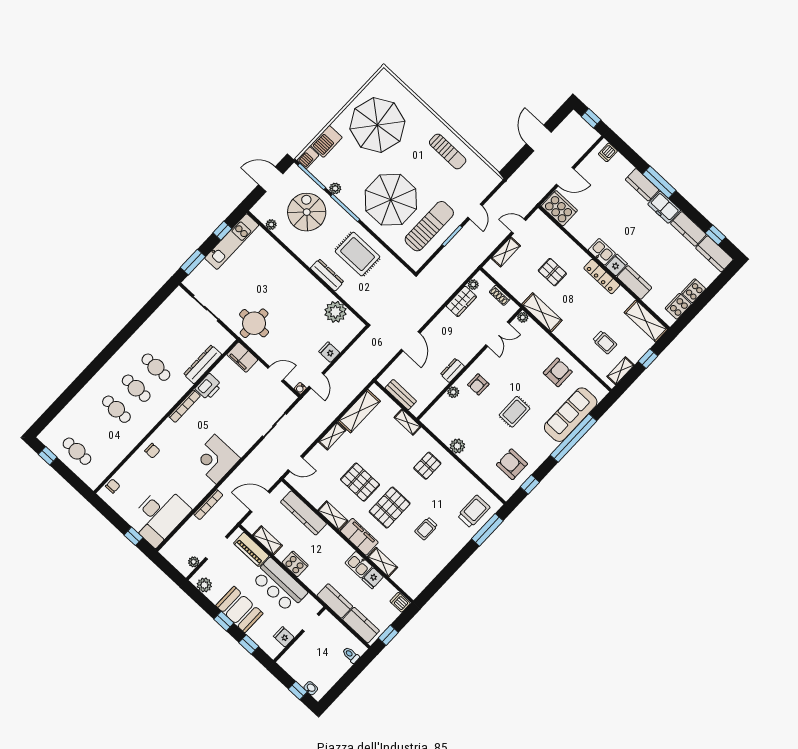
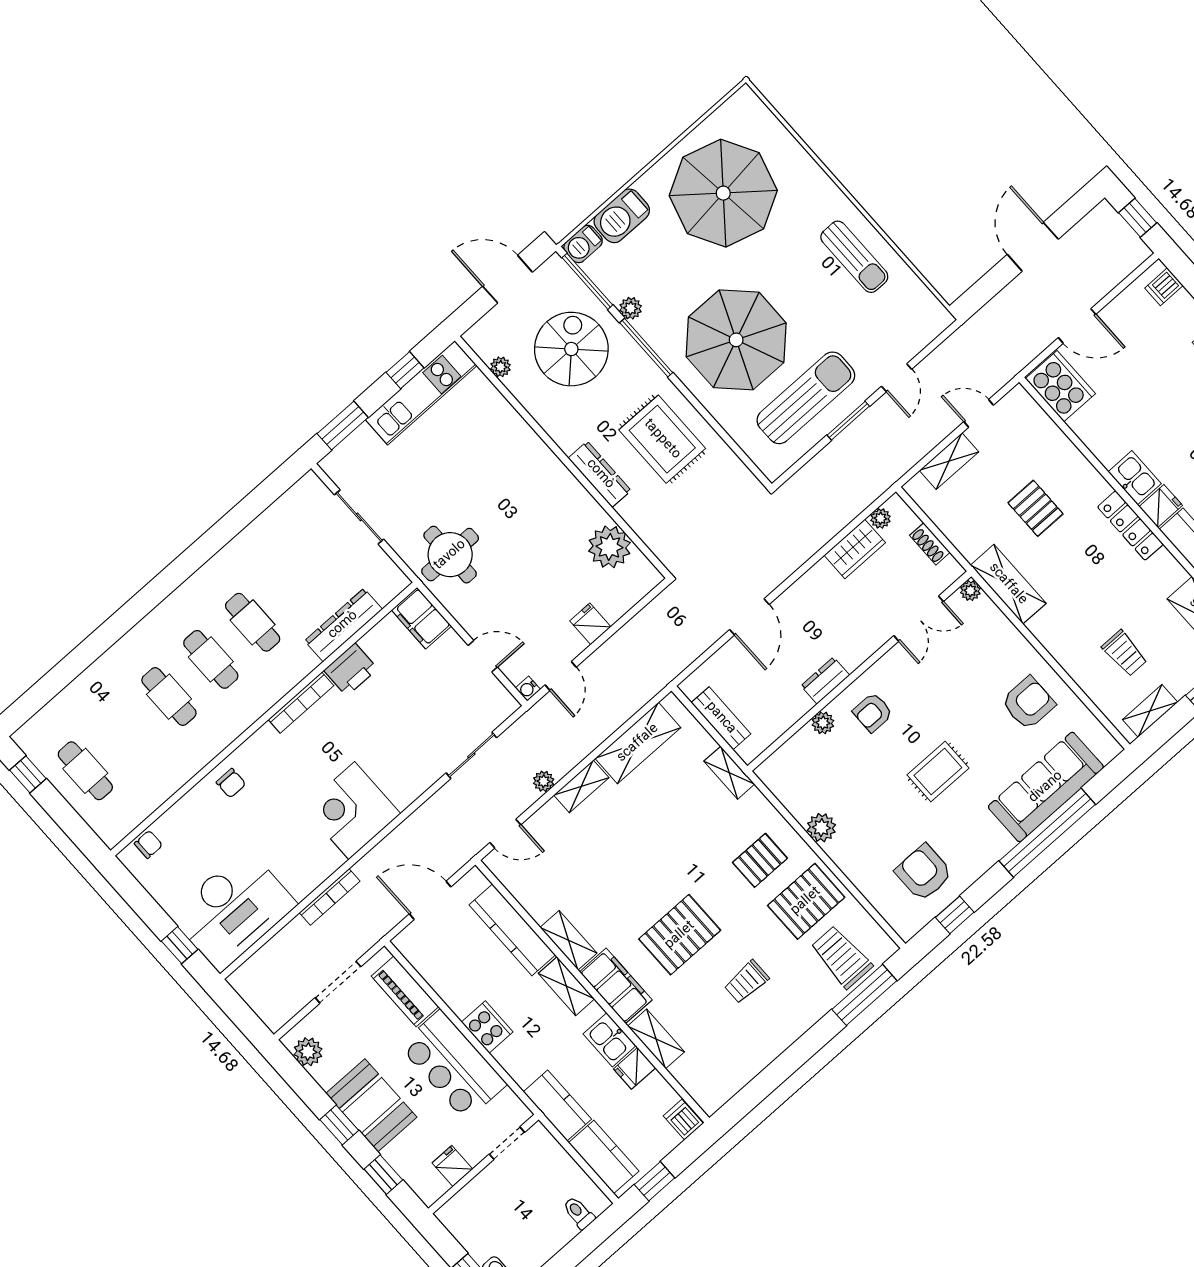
pallet: (360, 482) -> (806, 901), moved, turned 90
trolley: (474, 511) -> (841, 957), turned -90
shelving: (267, 540) -> (566, 986), moved
plant: (194, 562) -> (544, 781), moved

